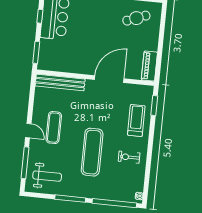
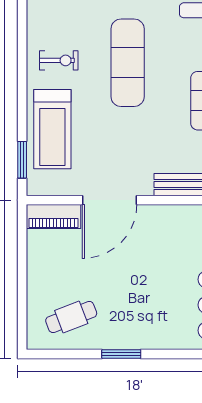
piano: (149, 66) -> (53, 216), moved, turned 90
treadmill: (136, 120) -> (52, 129), width x1.37, depth x1.38

